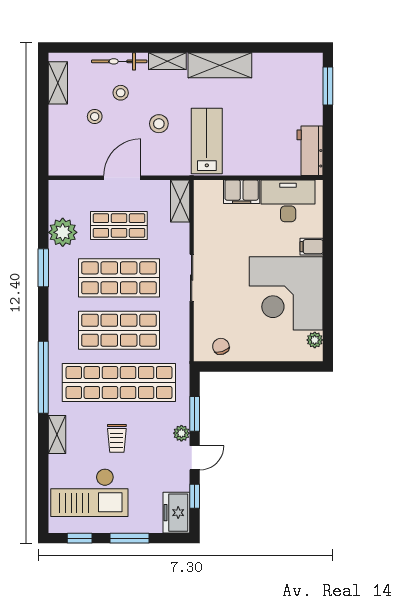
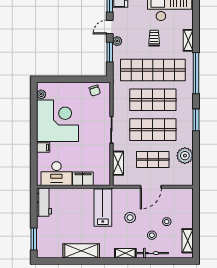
shelving: (220, 65) -> (81, 251), moved
lab bench: (207, 141) -> (103, 208), turned 180
shelving: (180, 201) -> (118, 163), moved
window: (43, 268) -> (196, 120), moved

